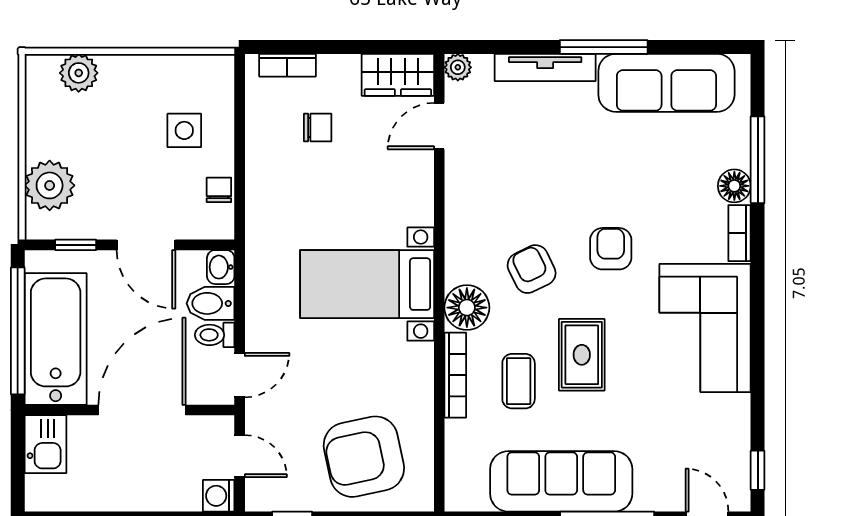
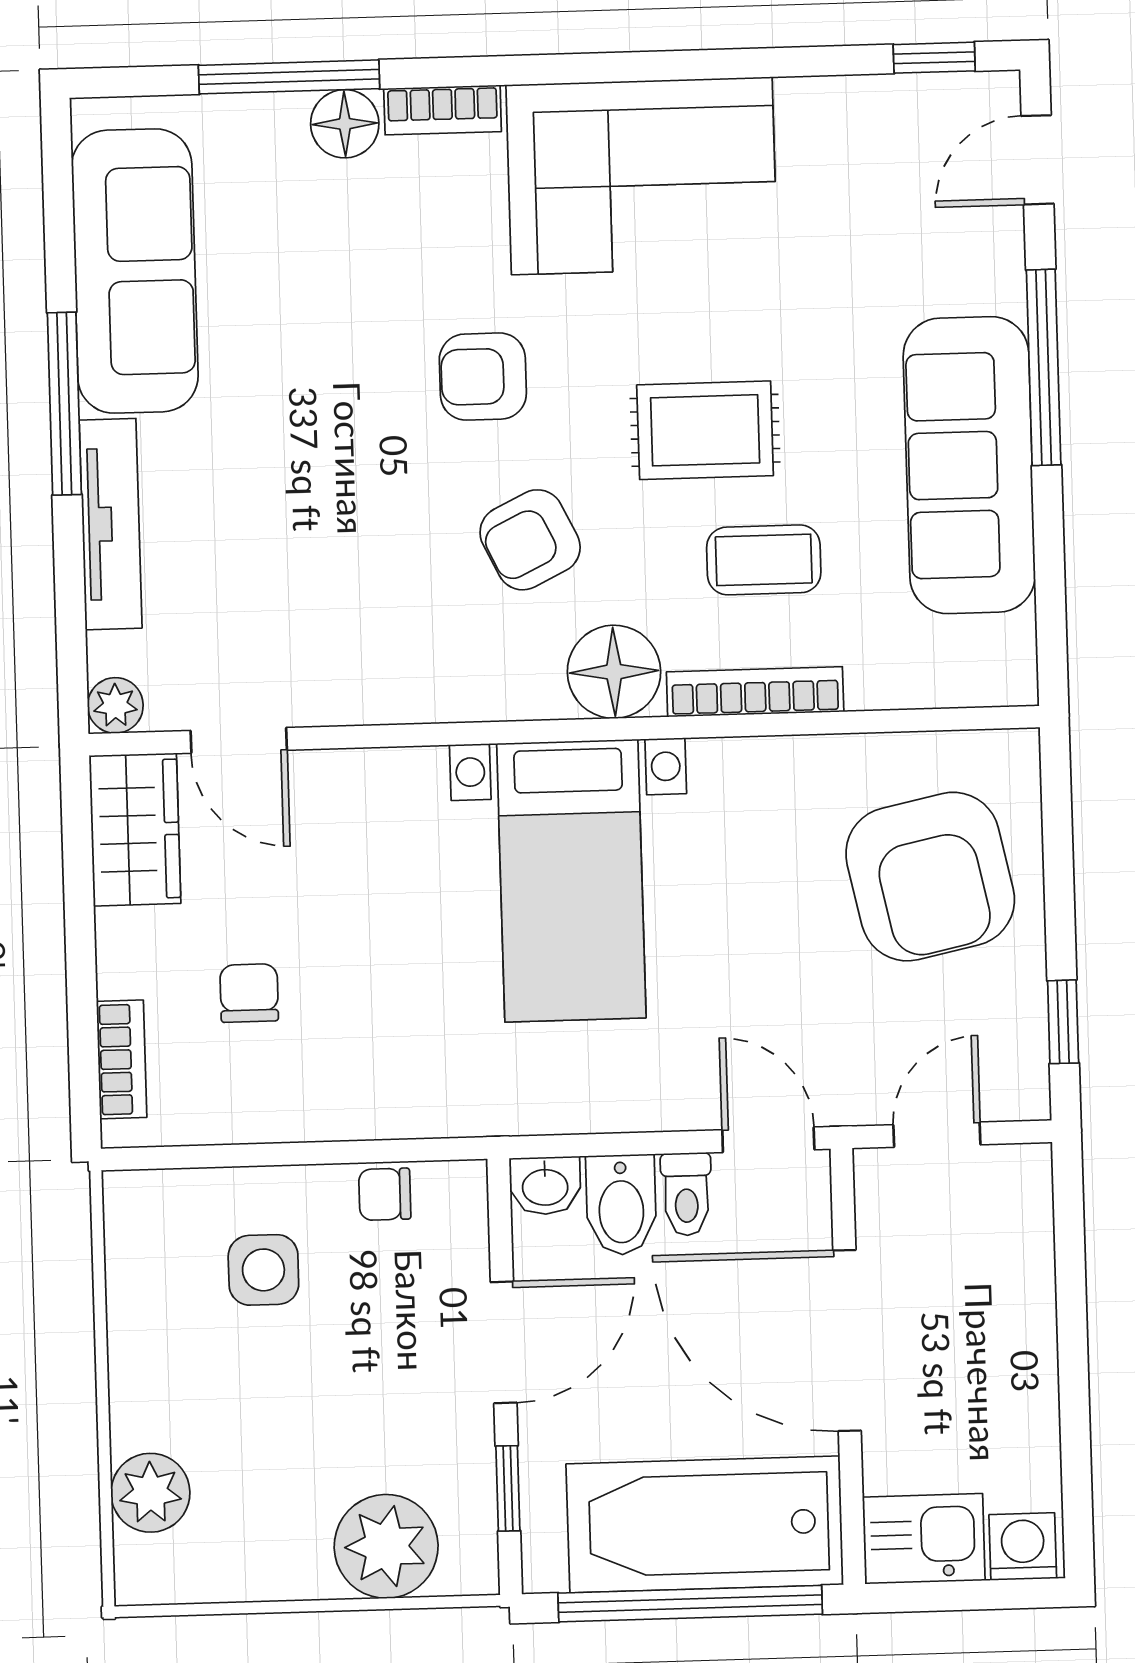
washing machine: (219, 496) -> (1023, 1547), moved, turned 180

